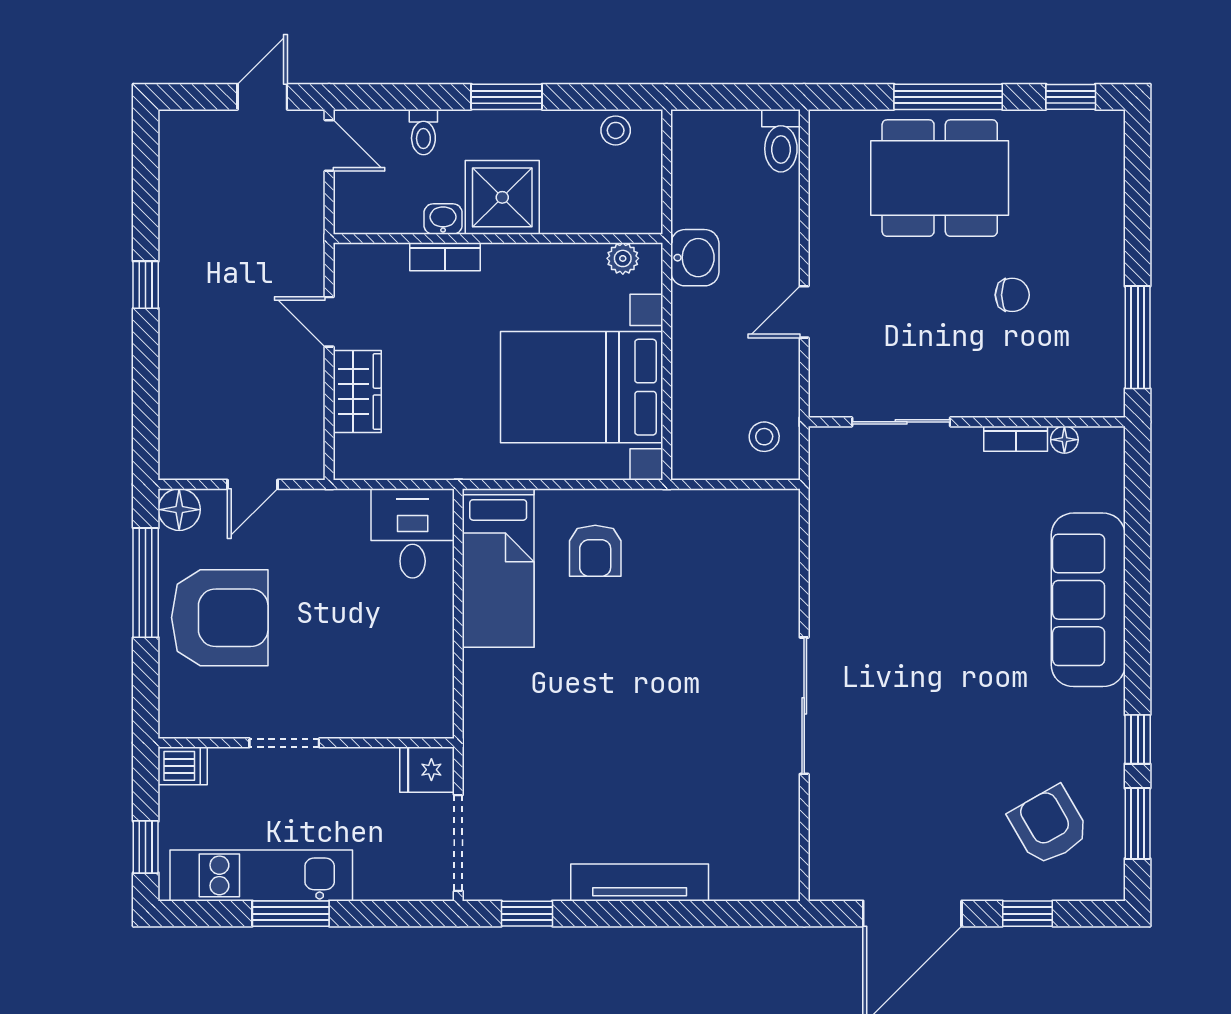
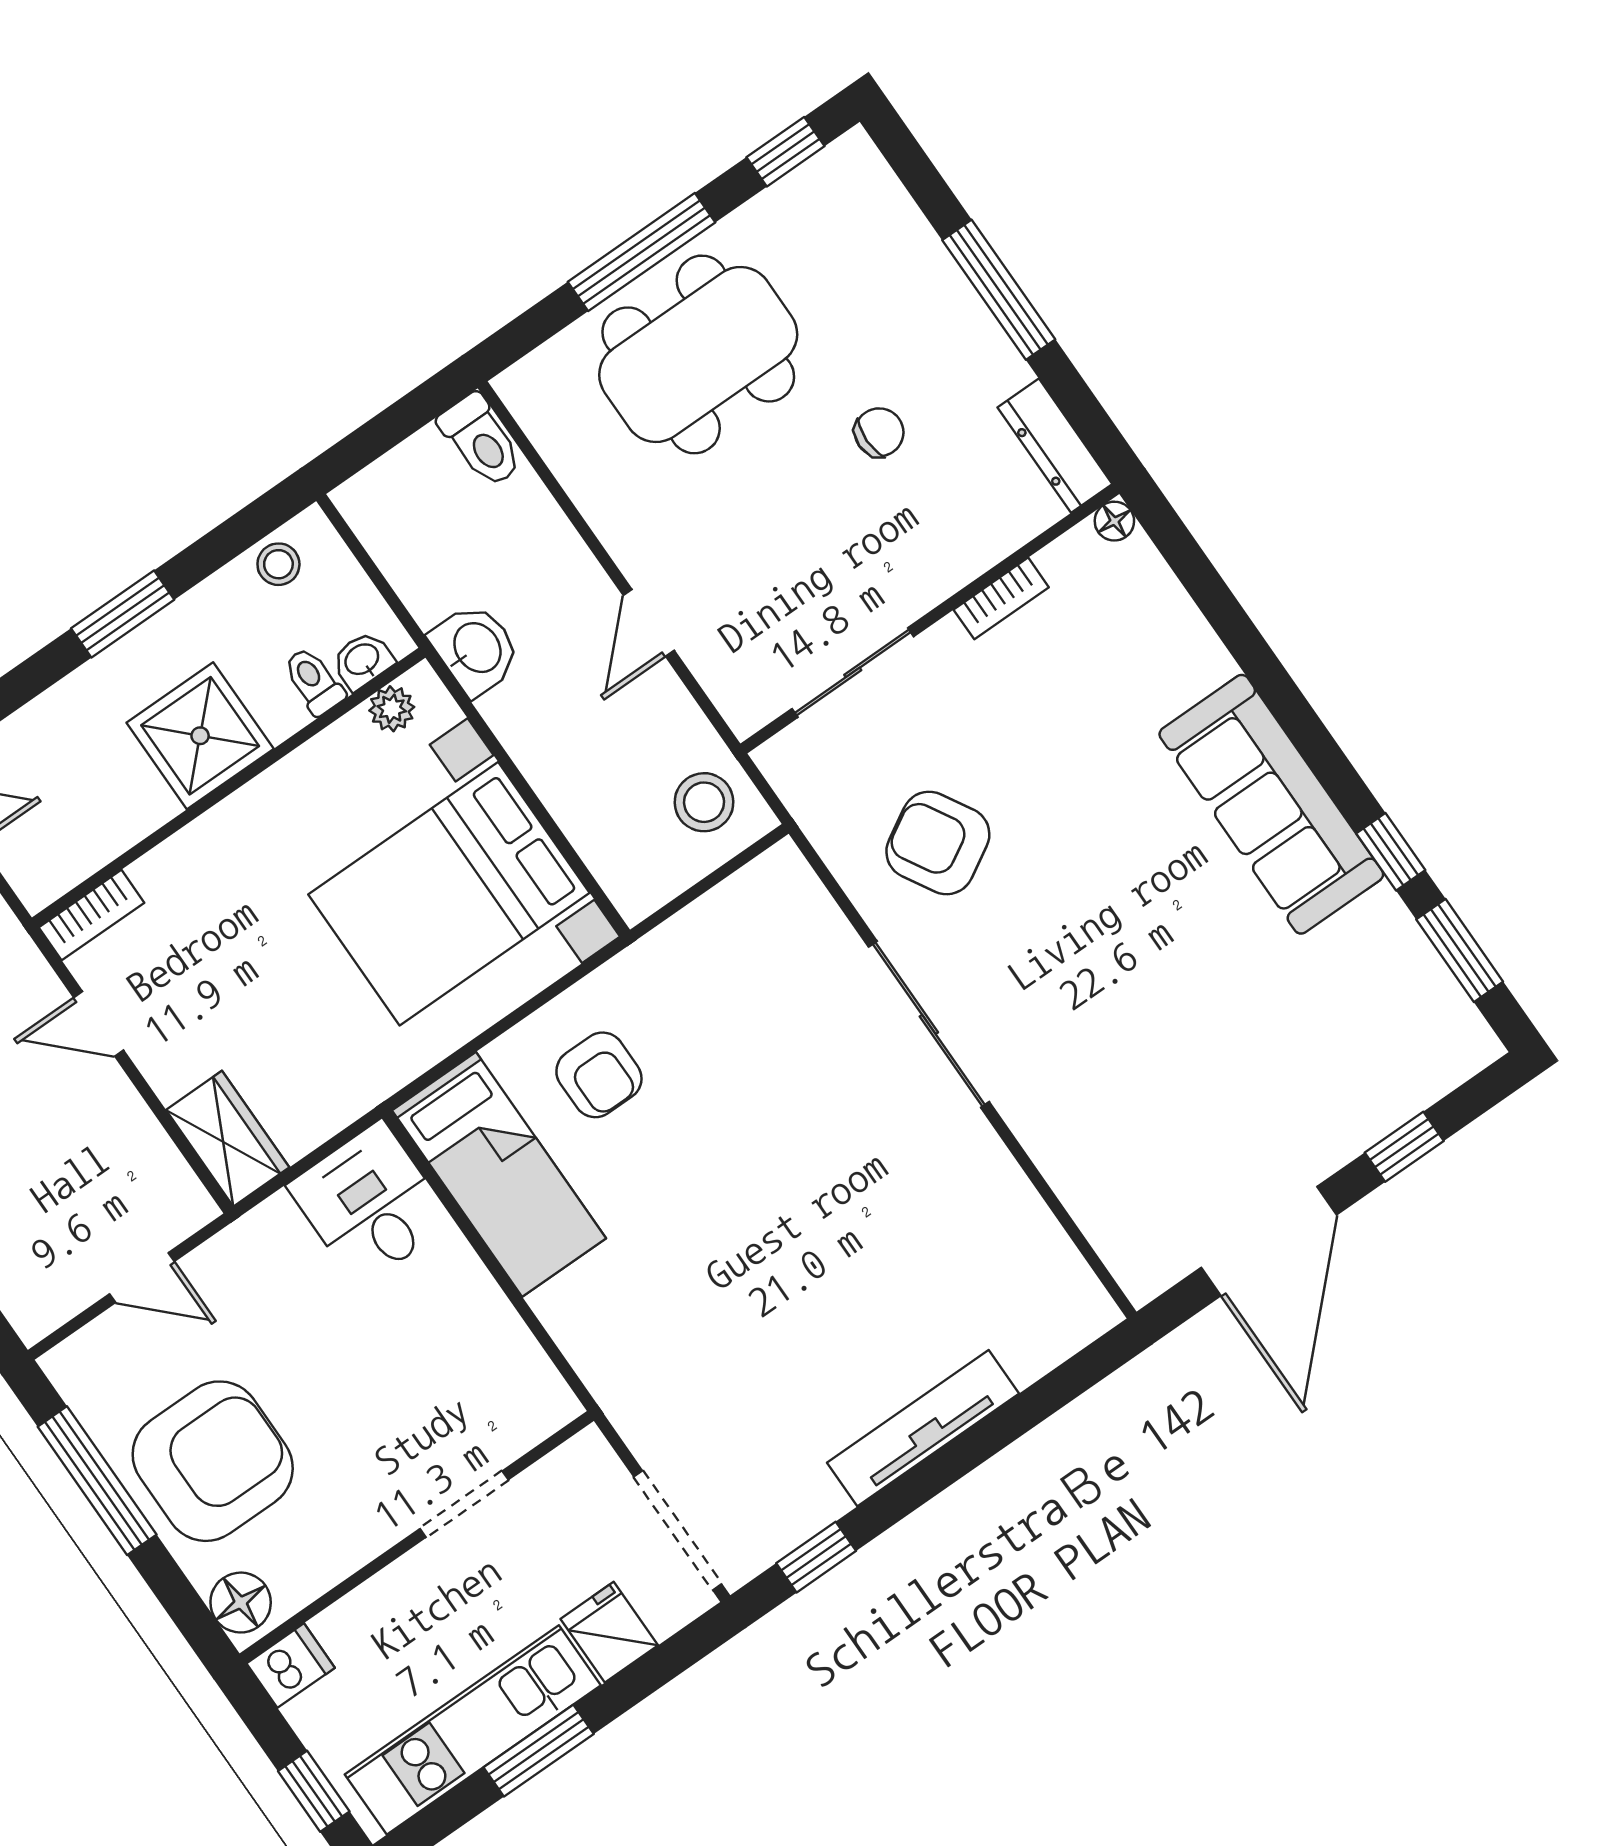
toilet: (423, 132) -> (314, 681), moved, turned 180
washbasin: (443, 219) -> (363, 660), moved
bookcase: (445, 257) -> (92, 915), moved
window: (1138, 337) -> (999, 290), moved
dresser: (1108, 373) -> (1055, 446), added
wardrobe: (357, 392) -> (228, 1139), moved
stool: (764, 437) -> (704, 802), width x1.37, depth x1.37
floor lamp: (1064, 440) -> (1114, 521), moved
door: (253, 484) -> (142, 1278), hinge flipped
floor lamp: (179, 510) -> (241, 1603), moved
sofa: (1088, 600) -> (1271, 804), moved
sliding door: (804, 706) -> (929, 1024), moved
doorway: (284, 743) -> (464, 1504), moved
fridge: (427, 770) -> (609, 1632), moved, turned 90
armchair: (1049, 826) -> (938, 843), moved

